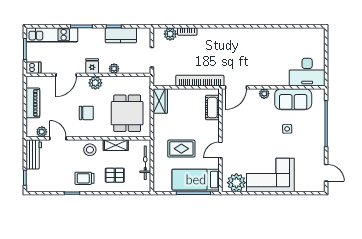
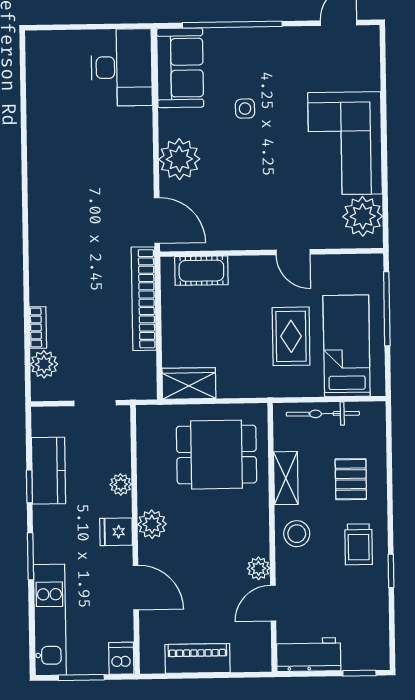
plant: (264, 94) -> (179, 159), width x1.87, depth x1.87
sofa: (293, 99) -> (180, 68), moved
chair: (86, 113) -> (217, 543), removed
plant: (42, 132) -> (258, 568), moved
bed: (196, 180) -> (347, 346), moved, turned 180

